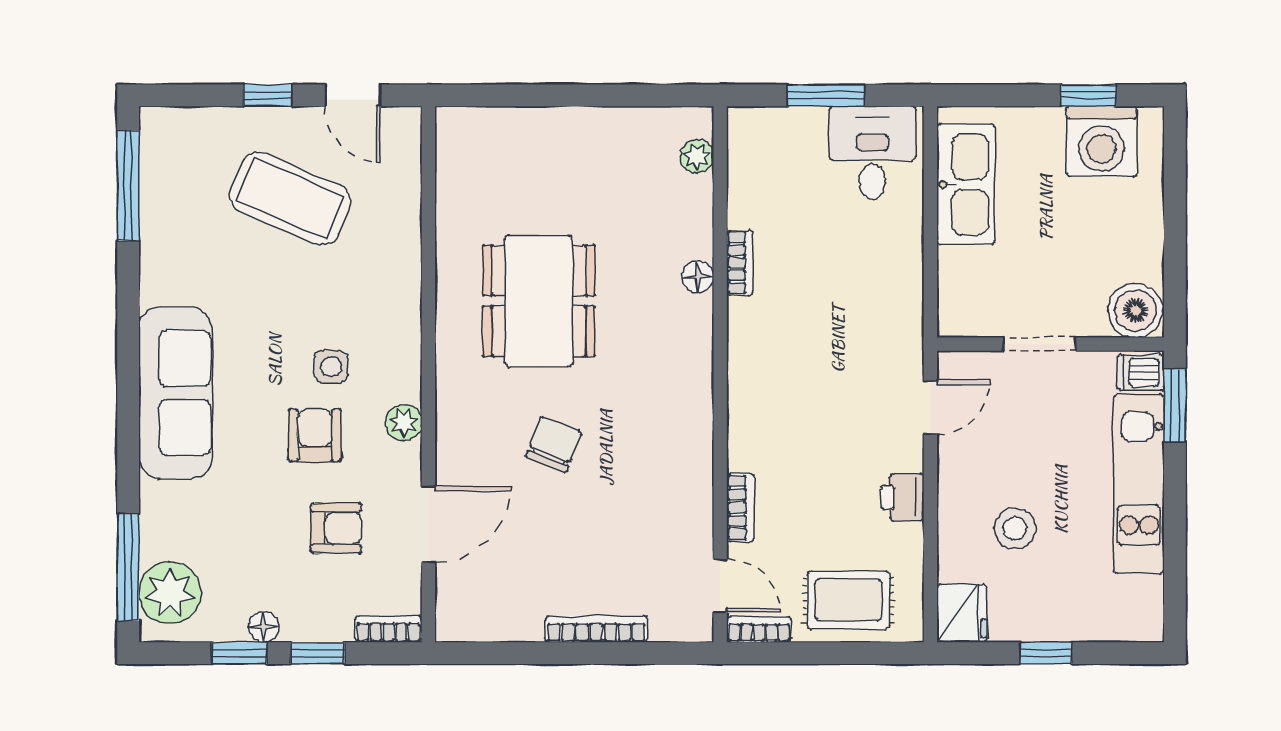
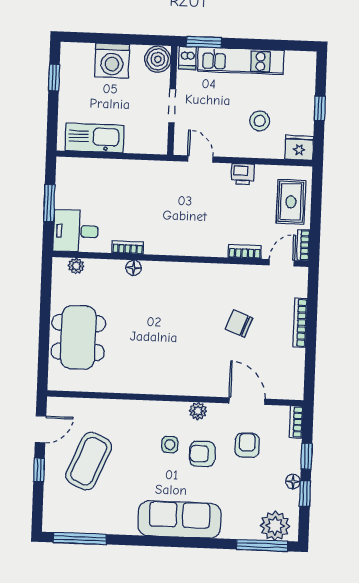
washing machine: (1102, 141) -> (112, 61), moved, turned 90
desk: (872, 153) -> (76, 231), moved
dining table: (539, 301) -> (78, 337), moved, turned 90
chair: (554, 444) -> (239, 323), moved

